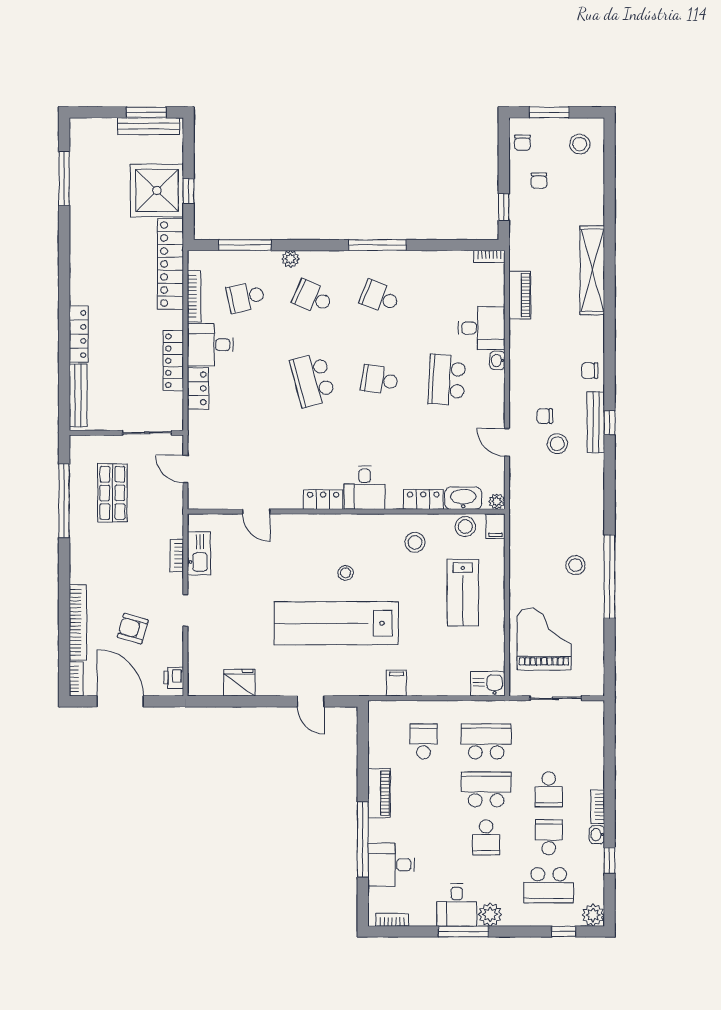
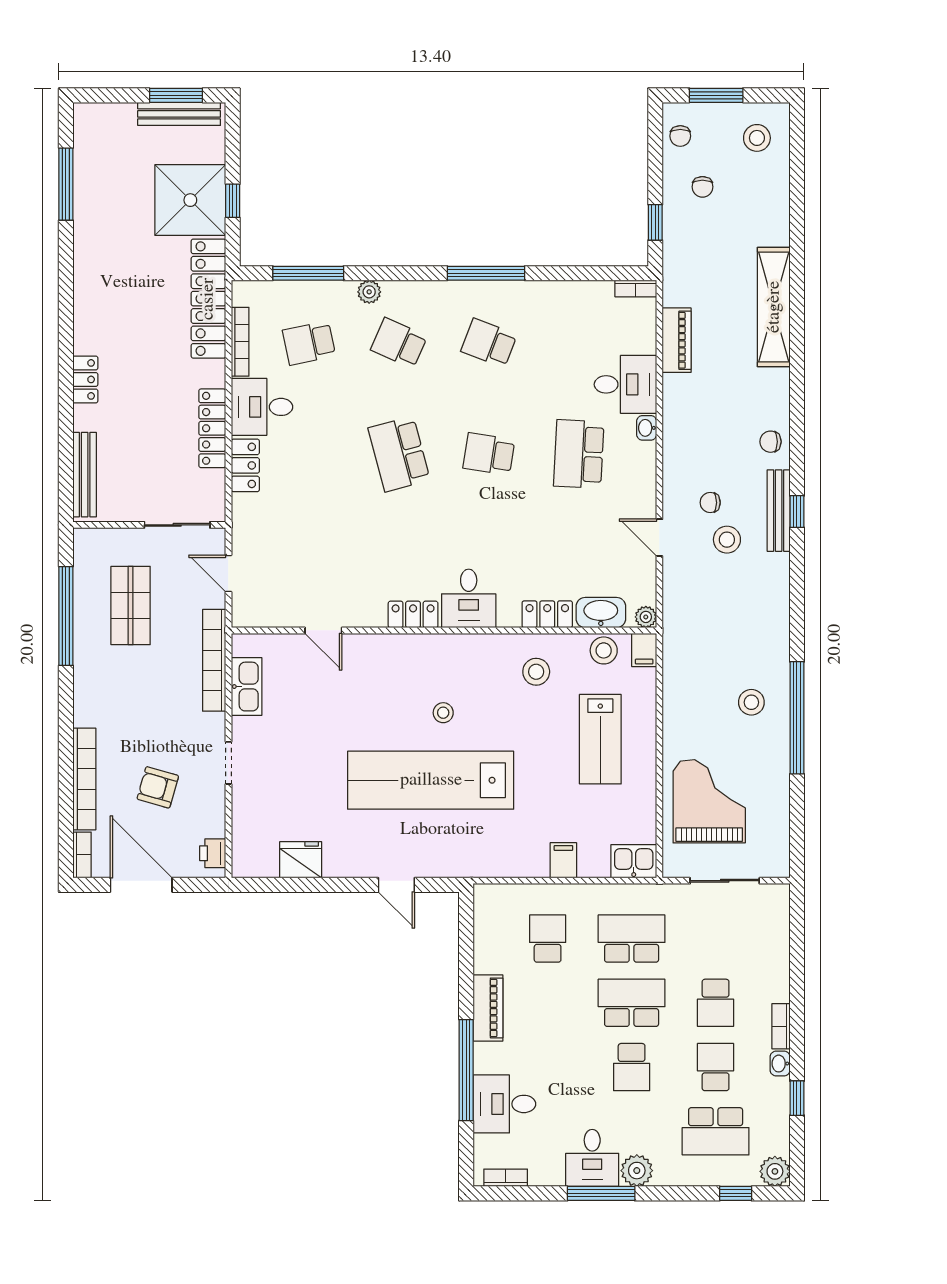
locker: (79, 334) -> (85, 379), width x0.66
bookcase: (177, 555) -> (214, 660), width x2.31, depth x1.31
filing cabinet: (396, 683) -> (563, 860), moved

